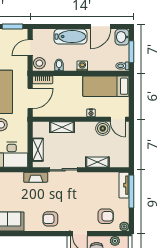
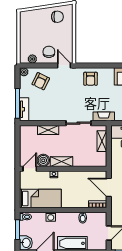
stool: (39, 63) -> (100, 219), removed
washing machine: (82, 66) -> (51, 217), moved
door: (30, 98) -> (109, 187), hinge flipped
door: (118, 119) -> (30, 169), hinge flipped
shelving: (62, 127) -> (62, 162), moved
armchair: (106, 216) -> (41, 81), turned -64
armchair: (50, 219) -> (91, 79), turned 90

